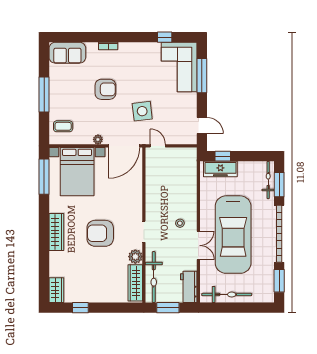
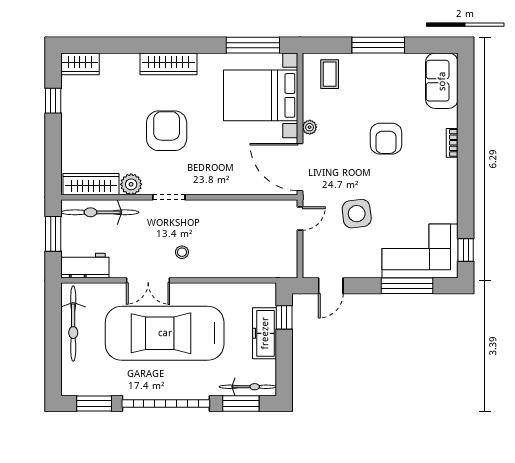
window: (165, 37) -> (466, 250), moved
side table: (142, 111) -> (357, 214), moved
freezer: (220, 169) -> (265, 333), moved

